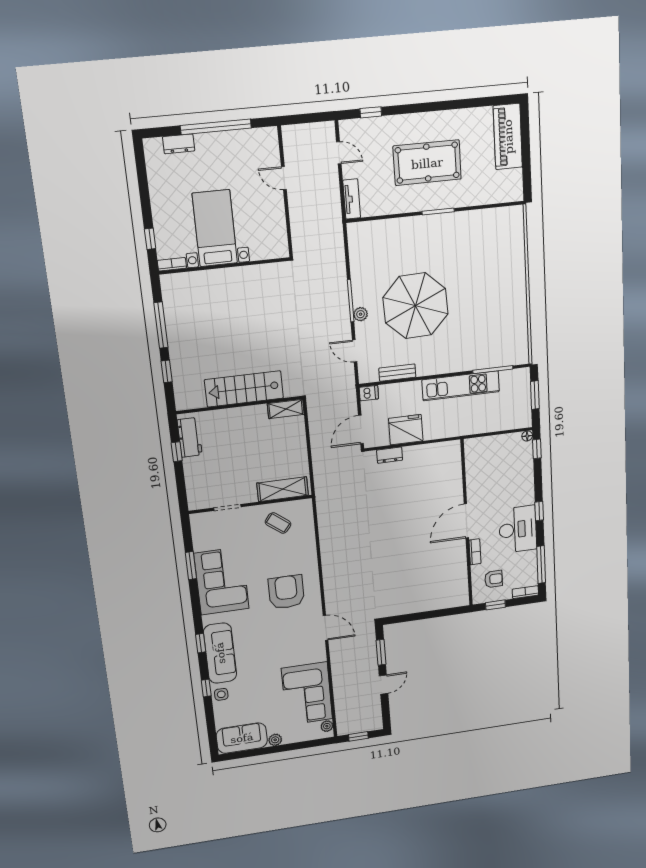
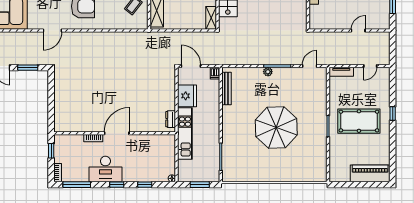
window: (371, 112) -> (393, 113), moved
pool table: (427, 163) -> (359, 121), turned 90
parasol: (416, 306) -> (276, 127), moved
door: (355, 351) -> (310, 66), moved
bench: (397, 373) -> (226, 88), width x1.36
kitchen unit: (461, 386) -> (185, 134), moved, turned 180
window: (537, 449) -> (145, 185), moved
dresser: (390, 455) -> (171, 119), moved
door: (466, 521) -> (117, 133), hinge flipped
armchair: (494, 579) -> (71, 150), removed

